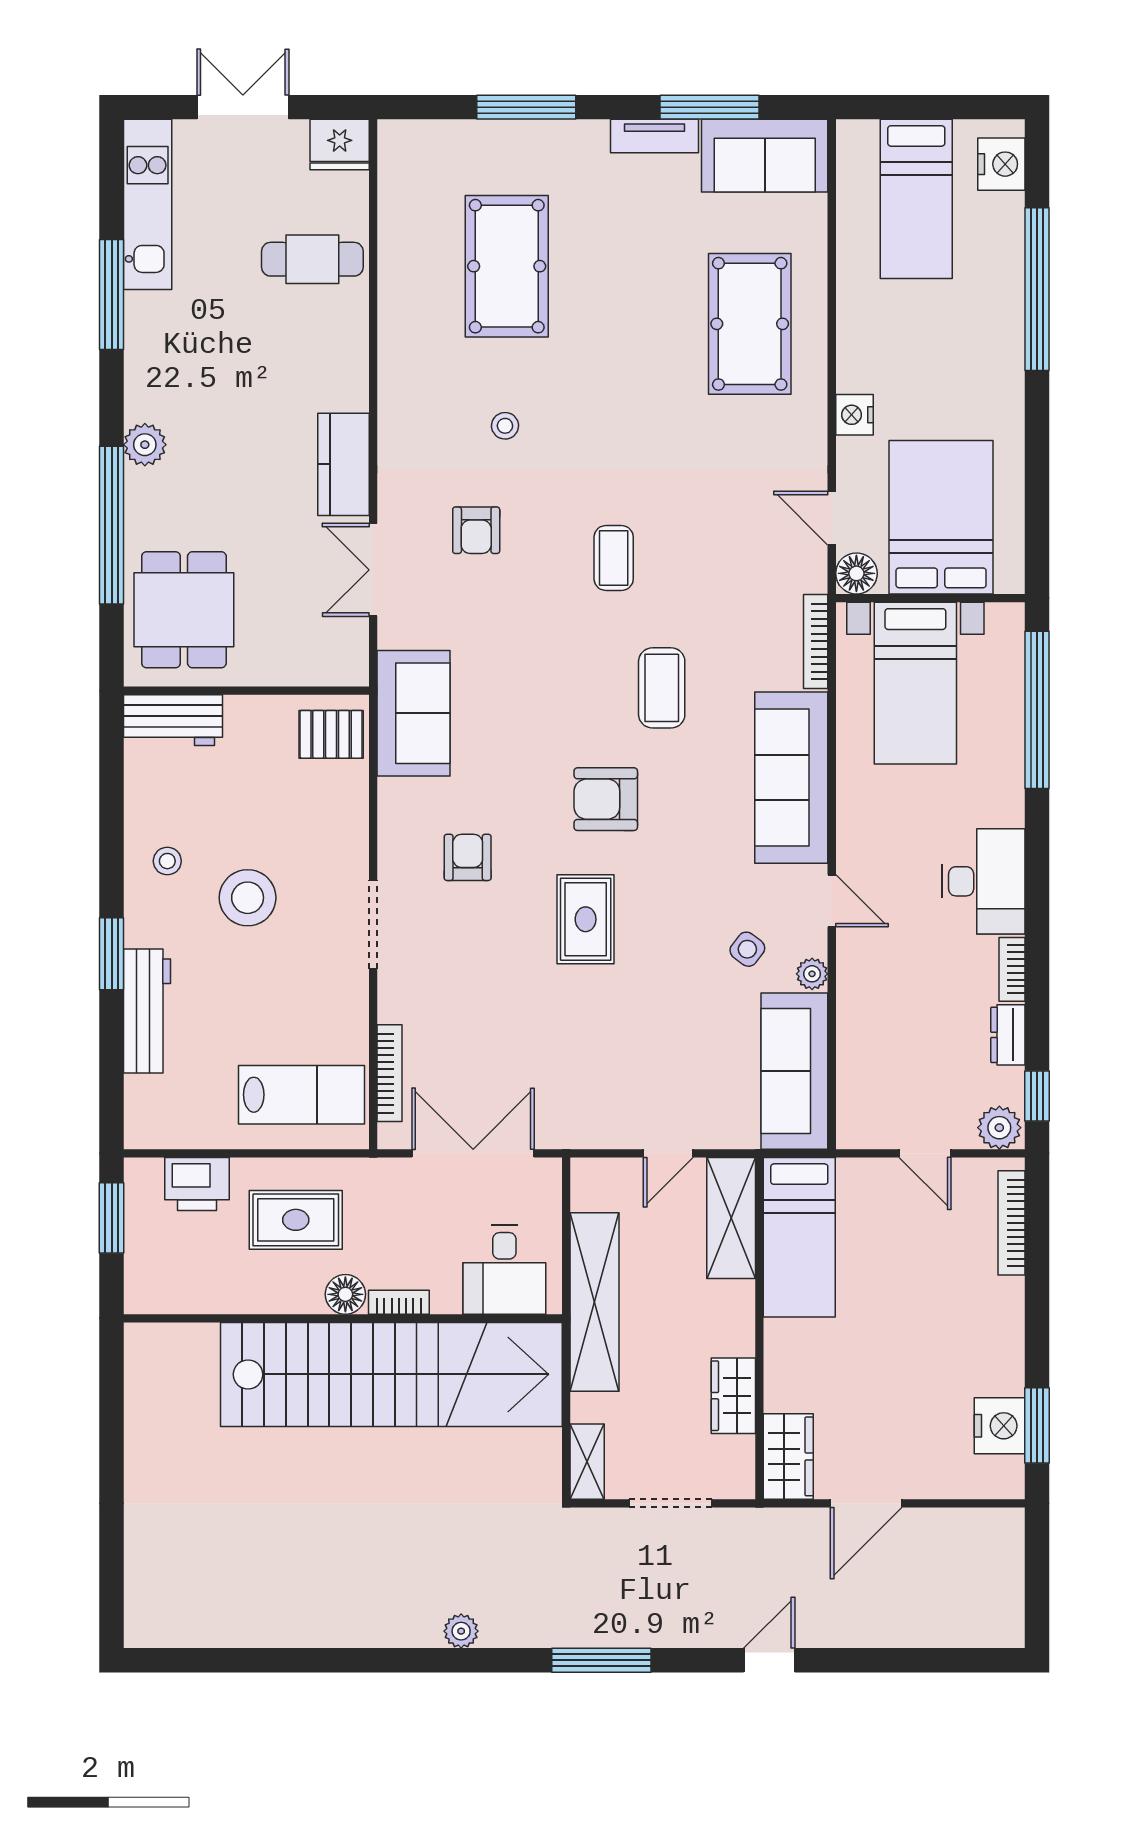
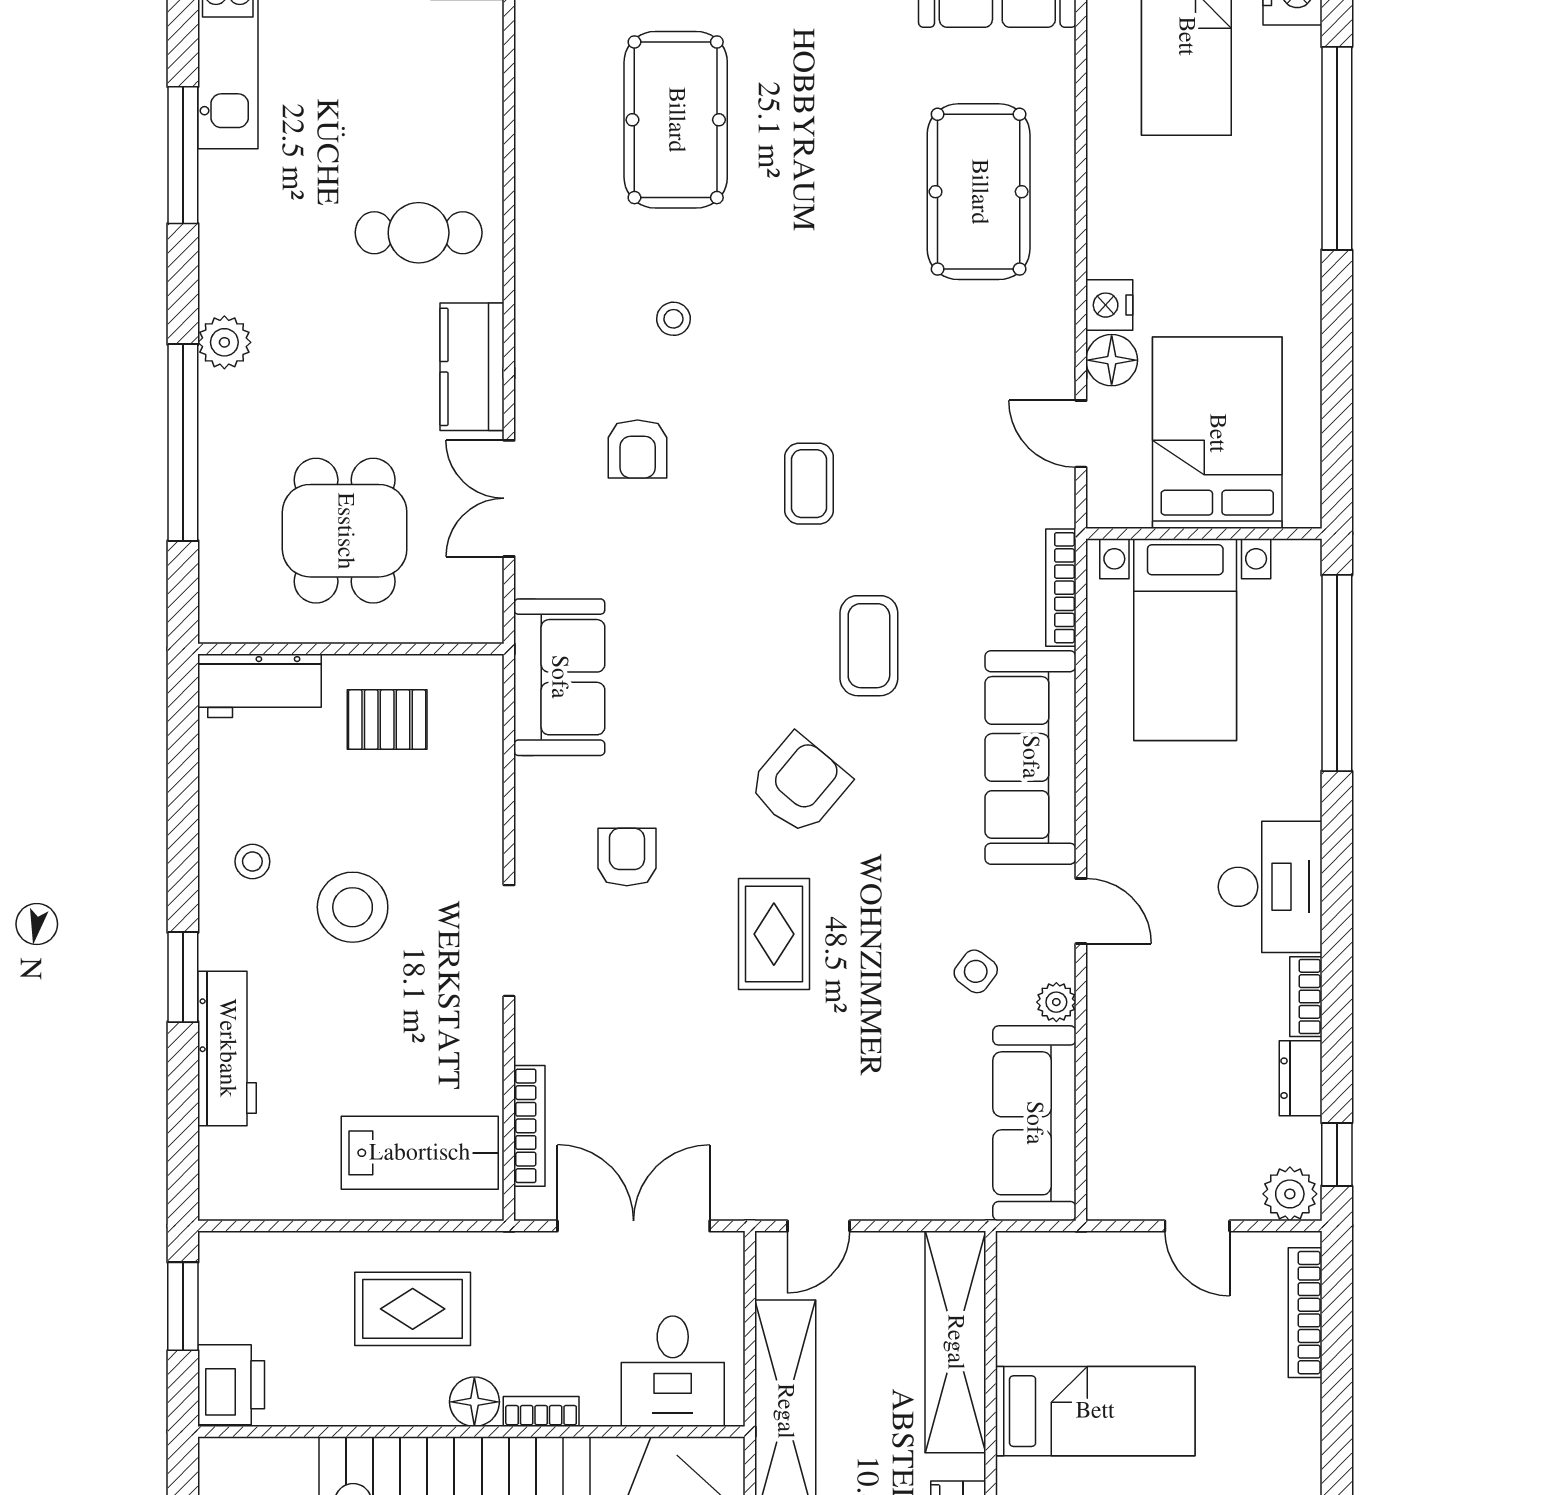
cafe table: (312, 259) -> (419, 233), moved
floor lamp: (856, 573) -> (1112, 360), moved
dining table: (184, 610) -> (345, 531), moved
pallet: (331, 734) -> (387, 720), moved
armchair: (606, 799) -> (799, 784), turned 130
door: (668, 1153) -> (819, 1226), moved
printer: (197, 1184) -> (231, 1385), moved, turned -90
shelving: (731, 1218) -> (955, 1342), width x1.47
bed: (799, 1237) -> (1095, 1411), moved, turned -90

